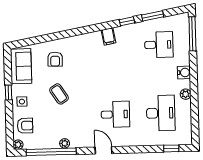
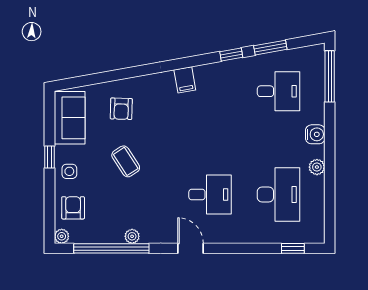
filing cabinet: (109, 36) -> (185, 80), moved
armchair: (25, 126) -> (73, 208), turned -90

